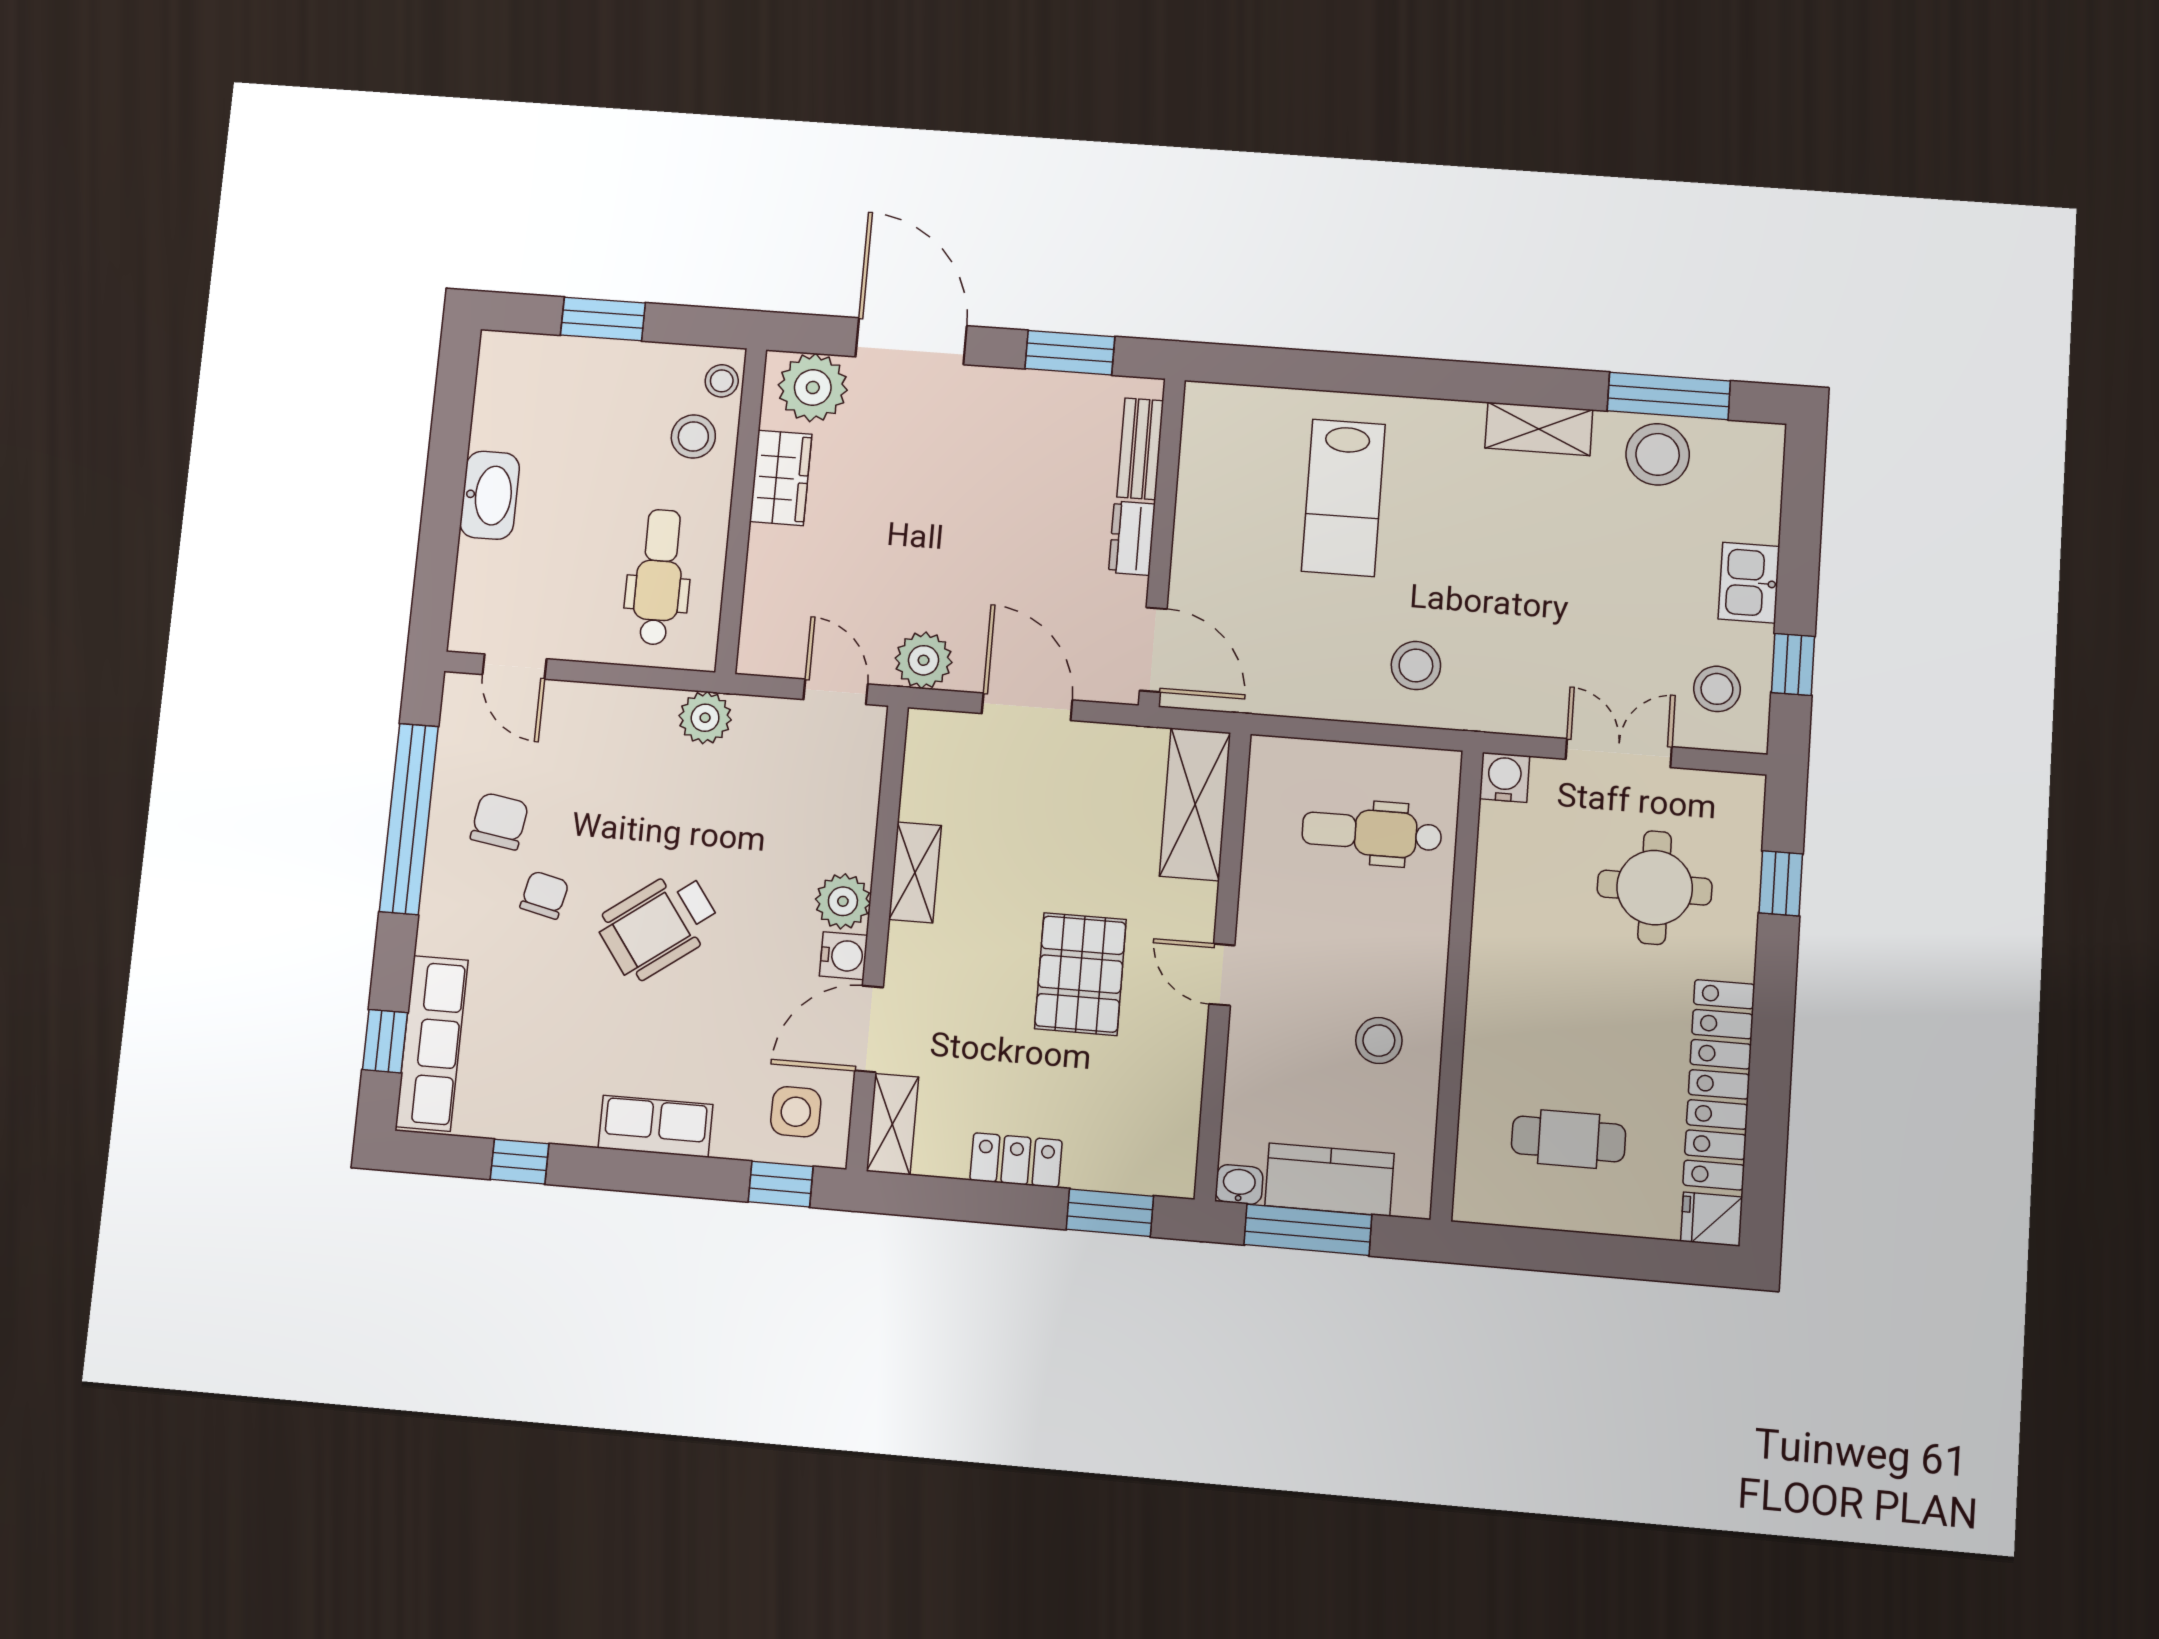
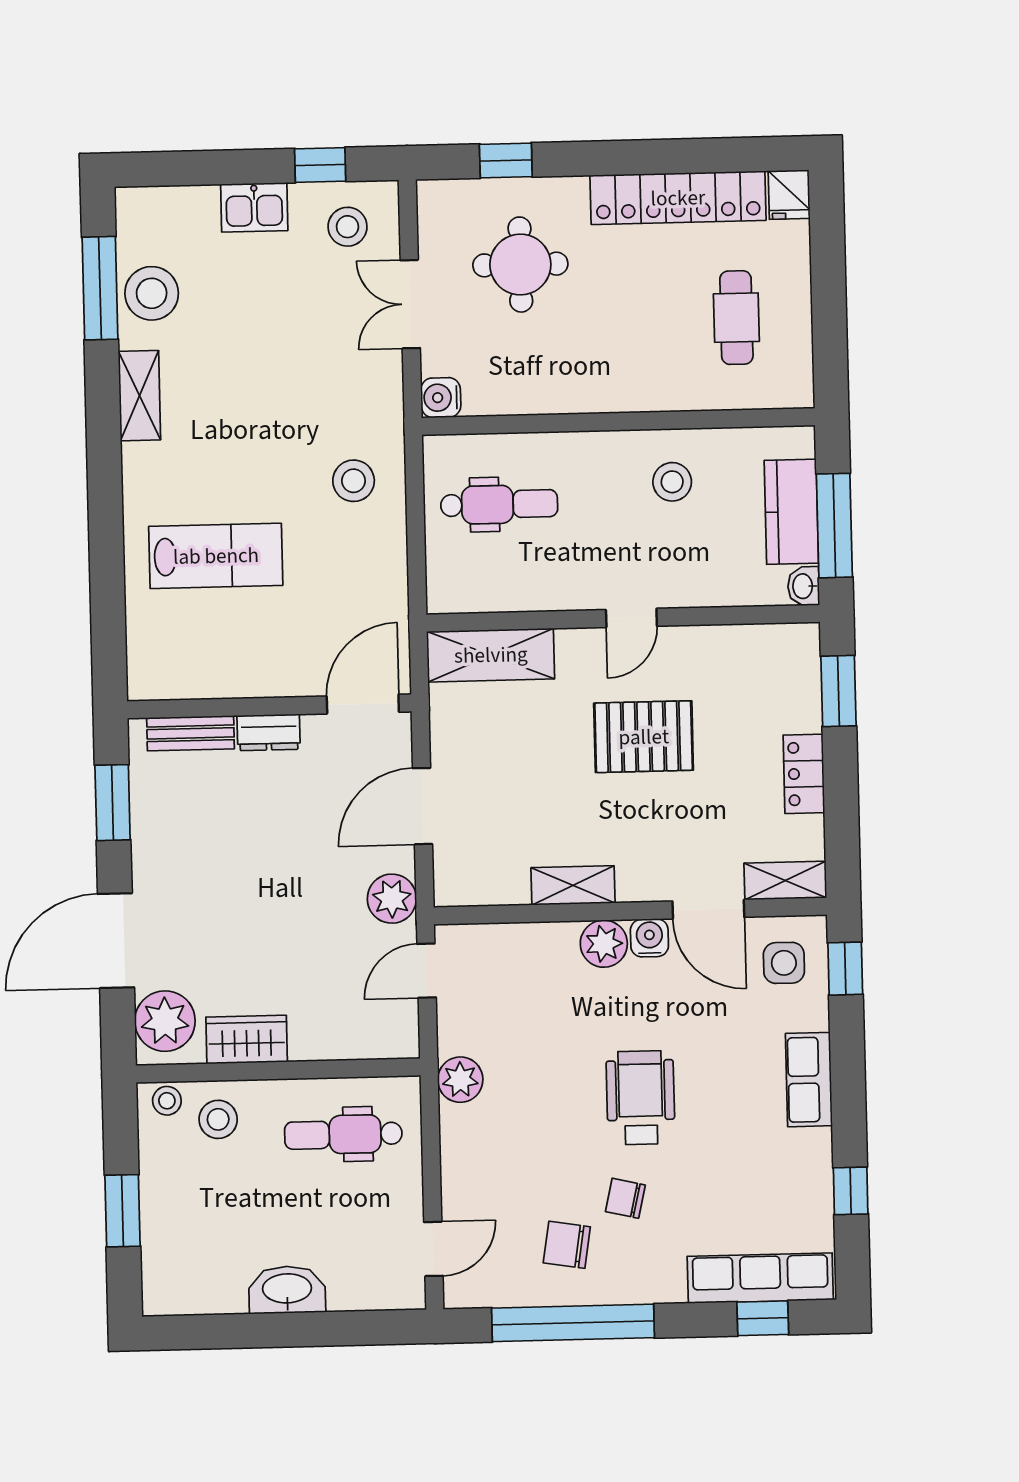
dental chair: (1372, 833) -> (499, 504), turned -90
wheelchair: (659, 925) -> (640, 1098), turned -144

